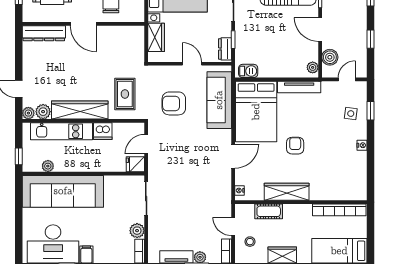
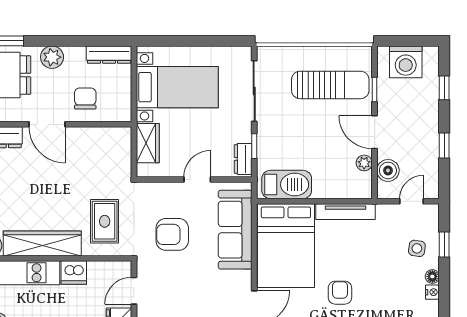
door: (192, 64) -> (197, 179), hinge flipped
plant: (313, 67) -> (364, 163), moved
barbecue: (248, 71) -> (287, 185), width x1.88, depth x1.53
floor lamp: (362, 134) -> (432, 276), added

